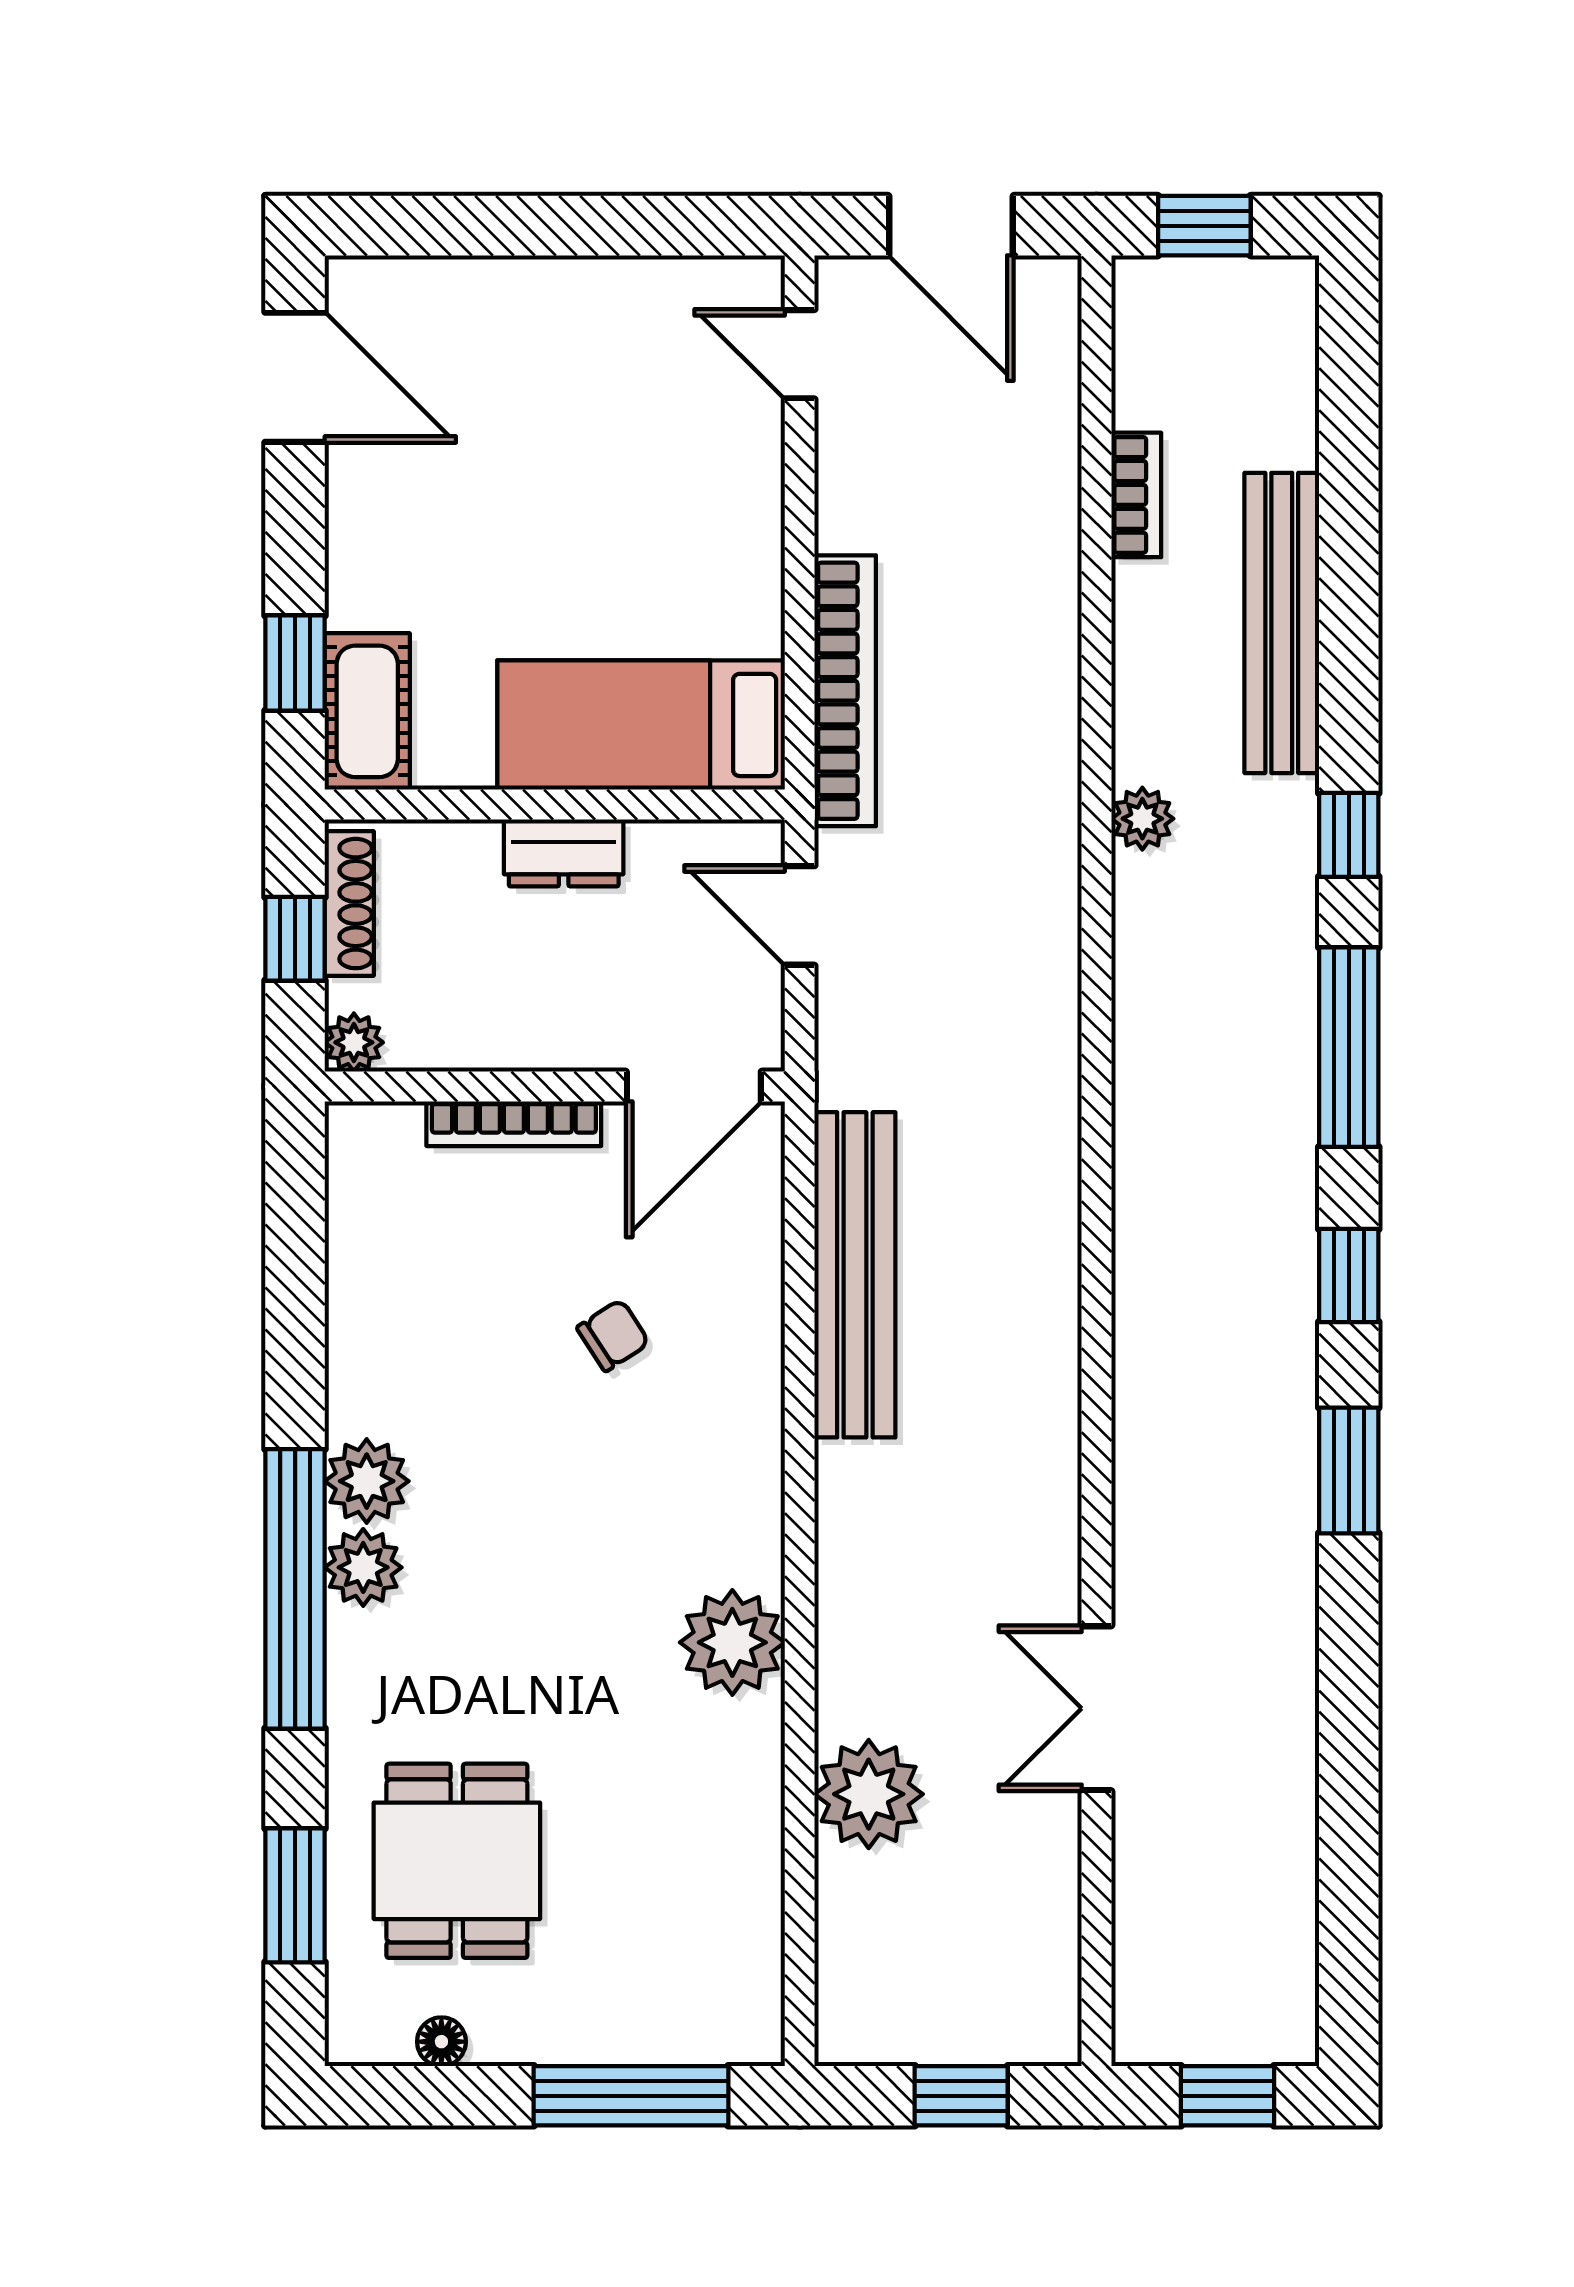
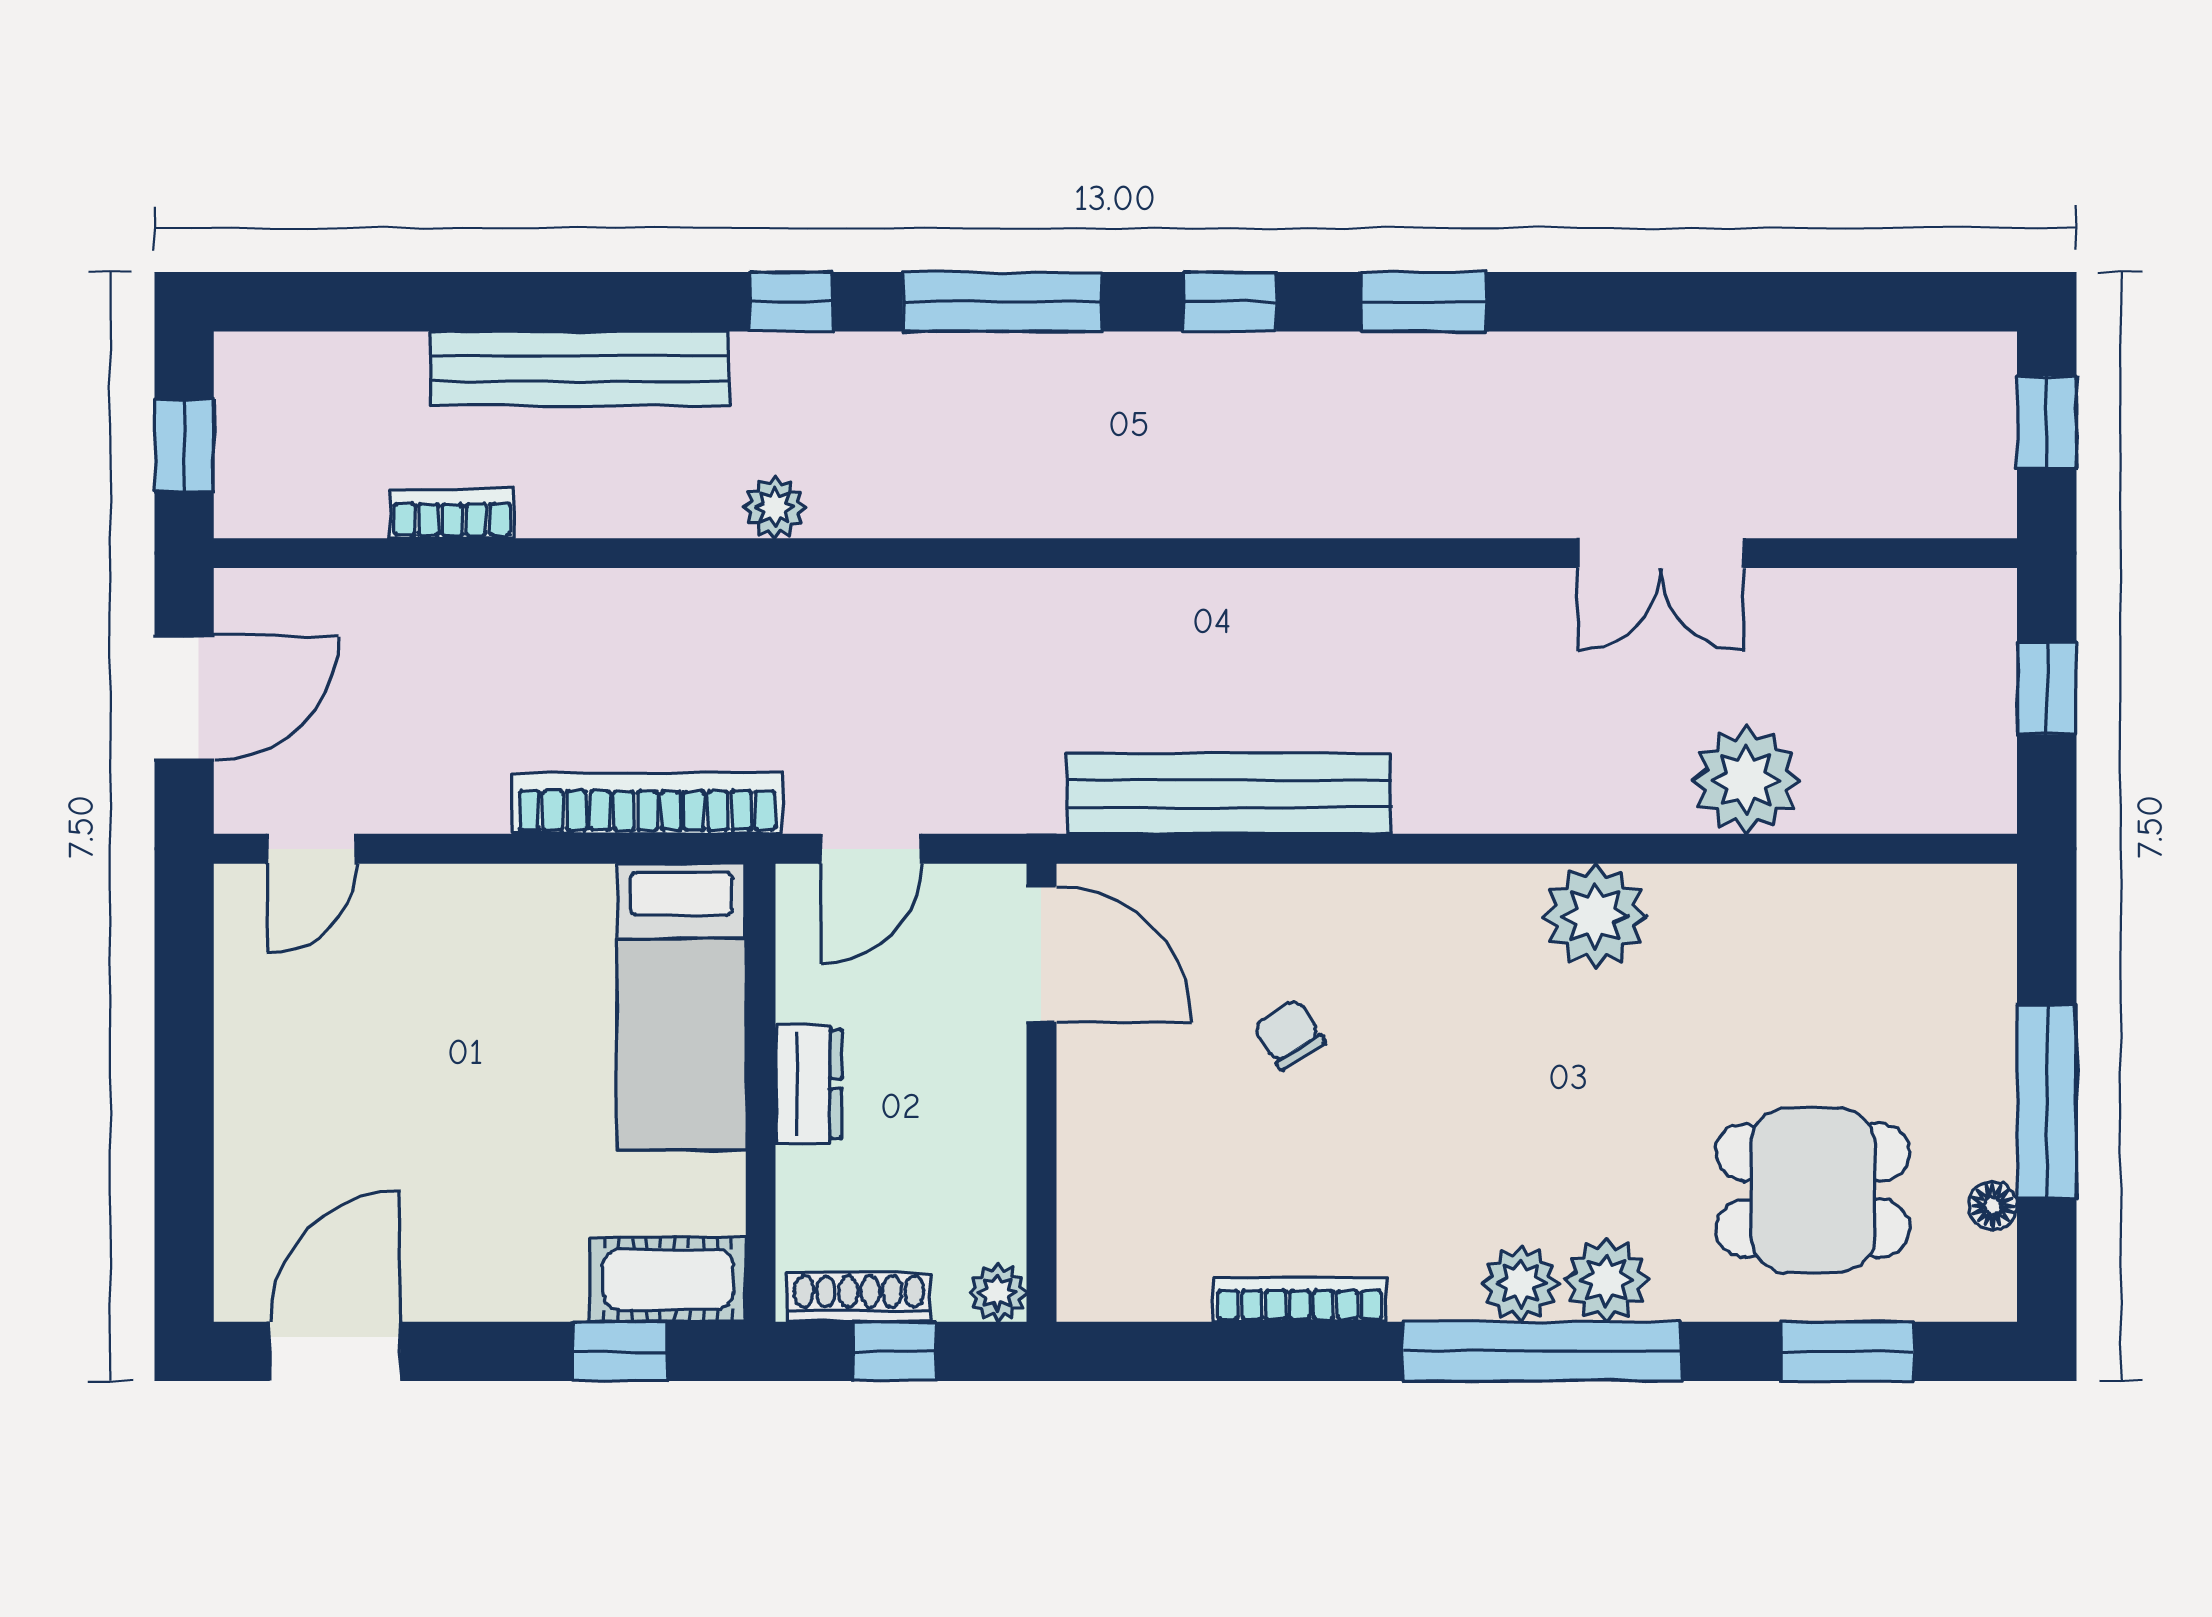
bookcase: (514, 1124) -> (1300, 1300), moved, turned -90
plant: (367, 1481) -> (1607, 1280), moved
window: (631, 2096) -> (2047, 1102), moved

